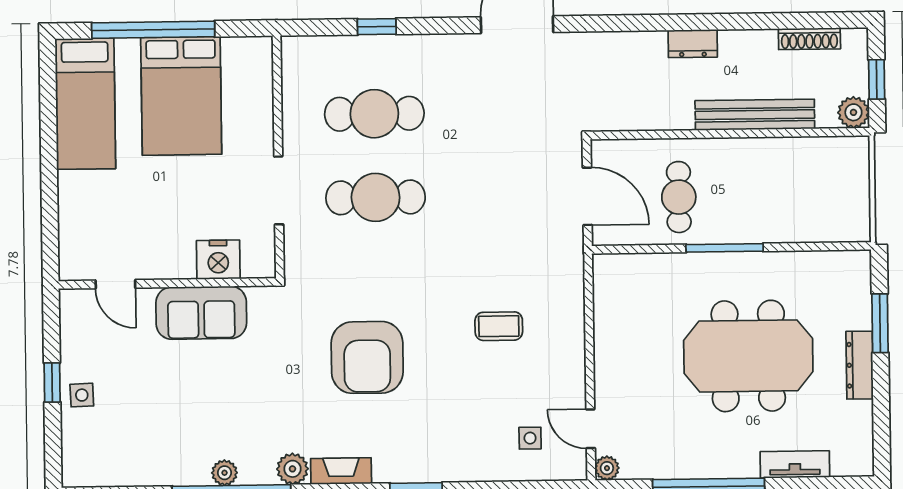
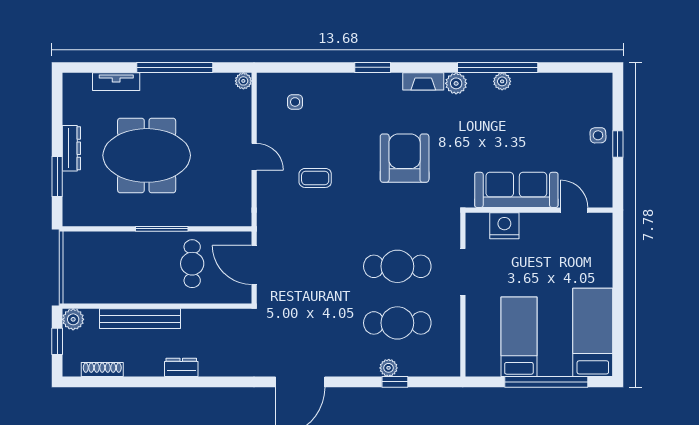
plant: (387, 47) -> (389, 368), added
bed: (181, 96) -> (519, 337), width x0.67
sofa: (201, 313) -> (516, 190), width x1.36
door: (591, 429) -> (254, 157), moved

